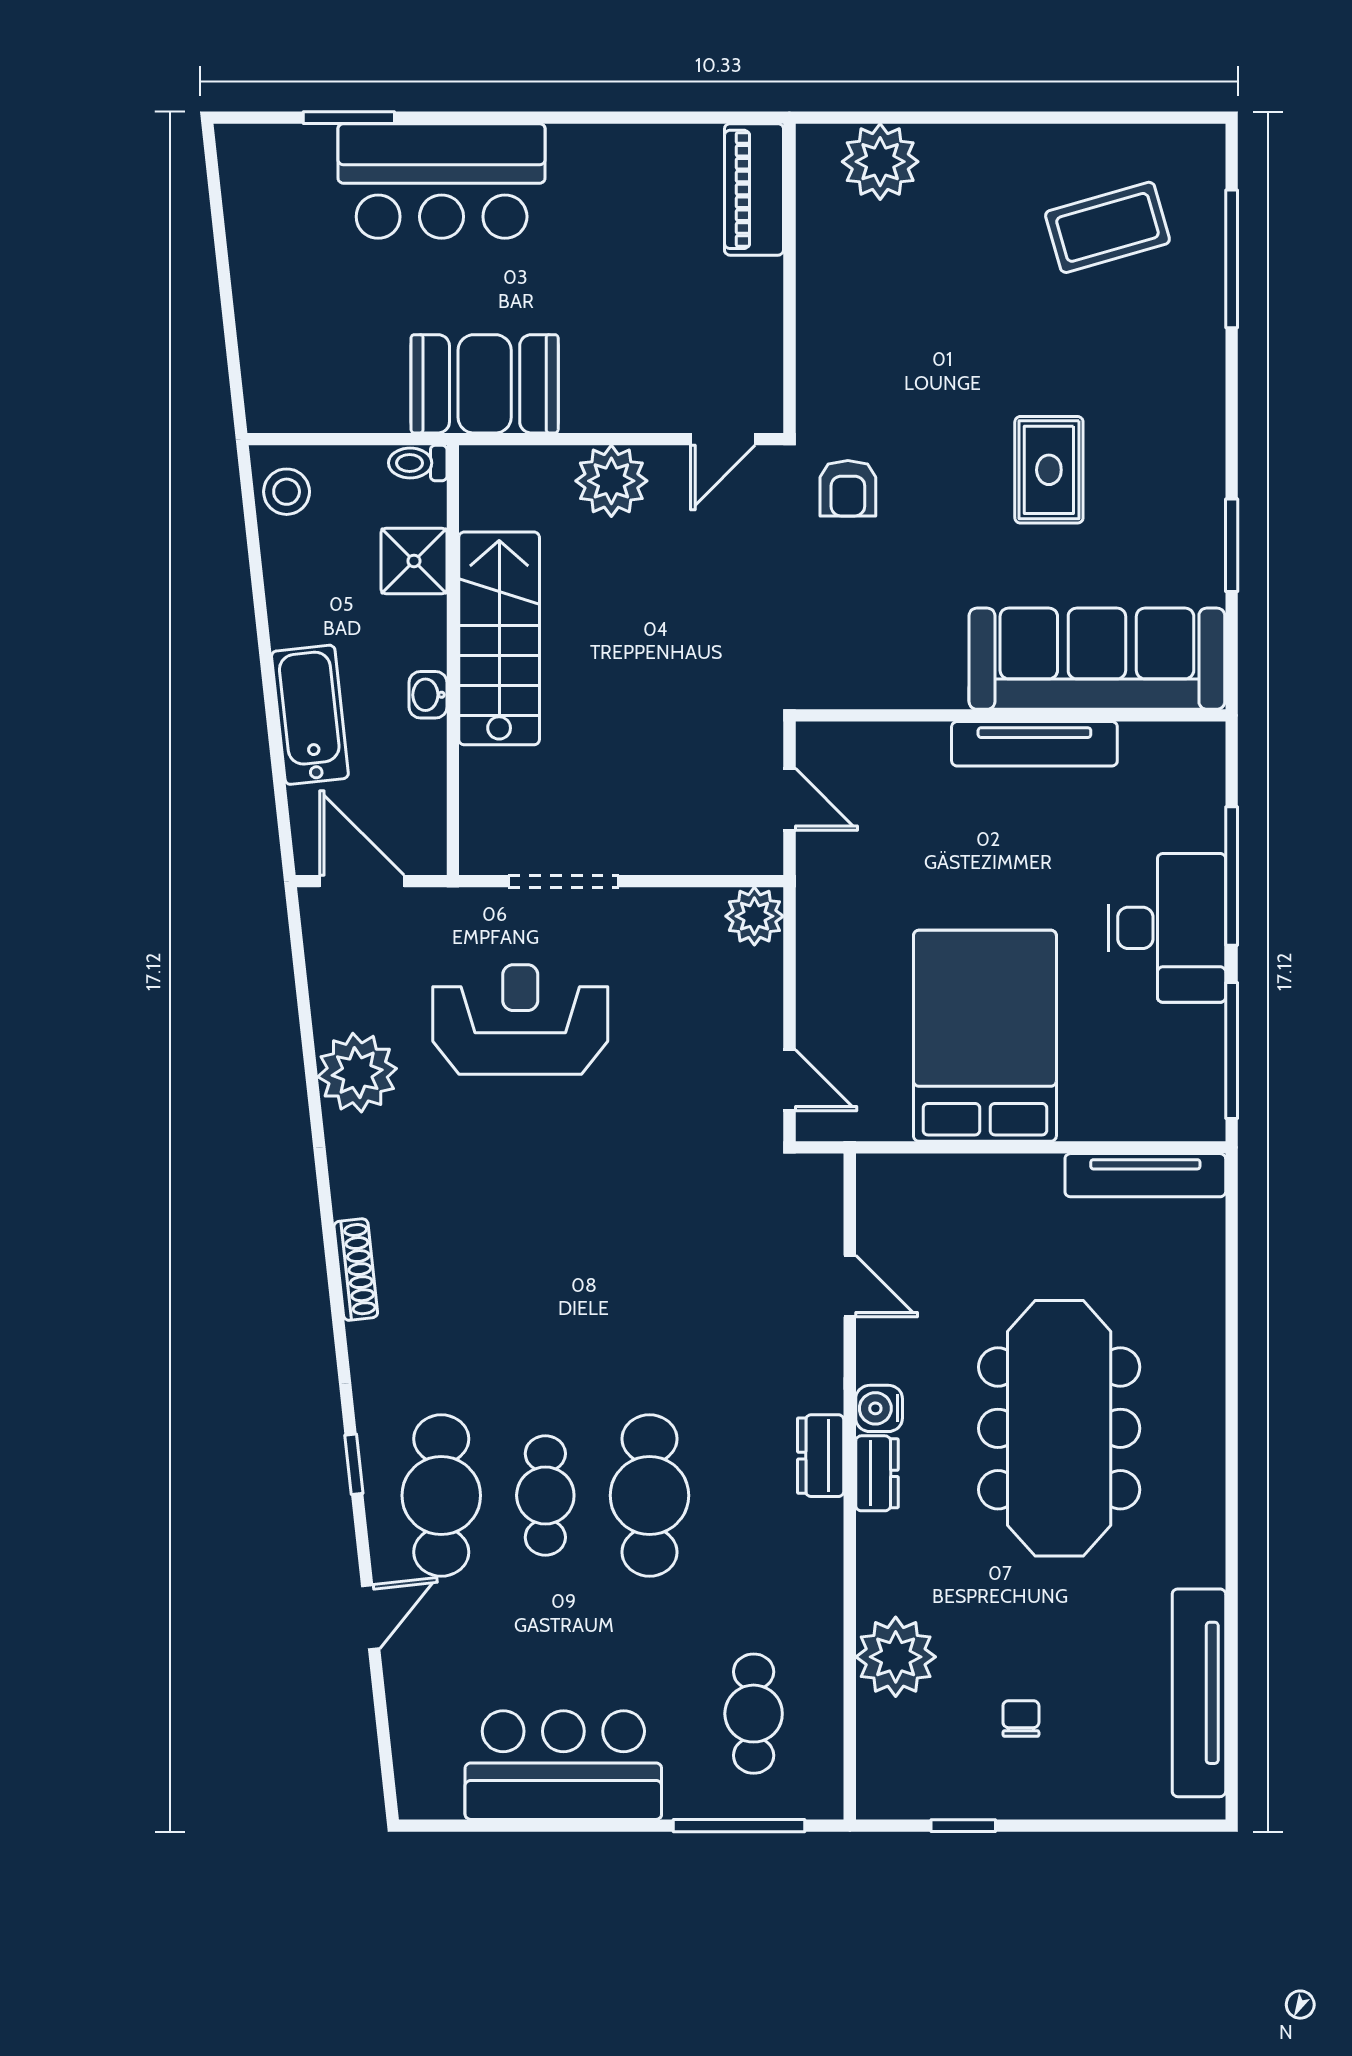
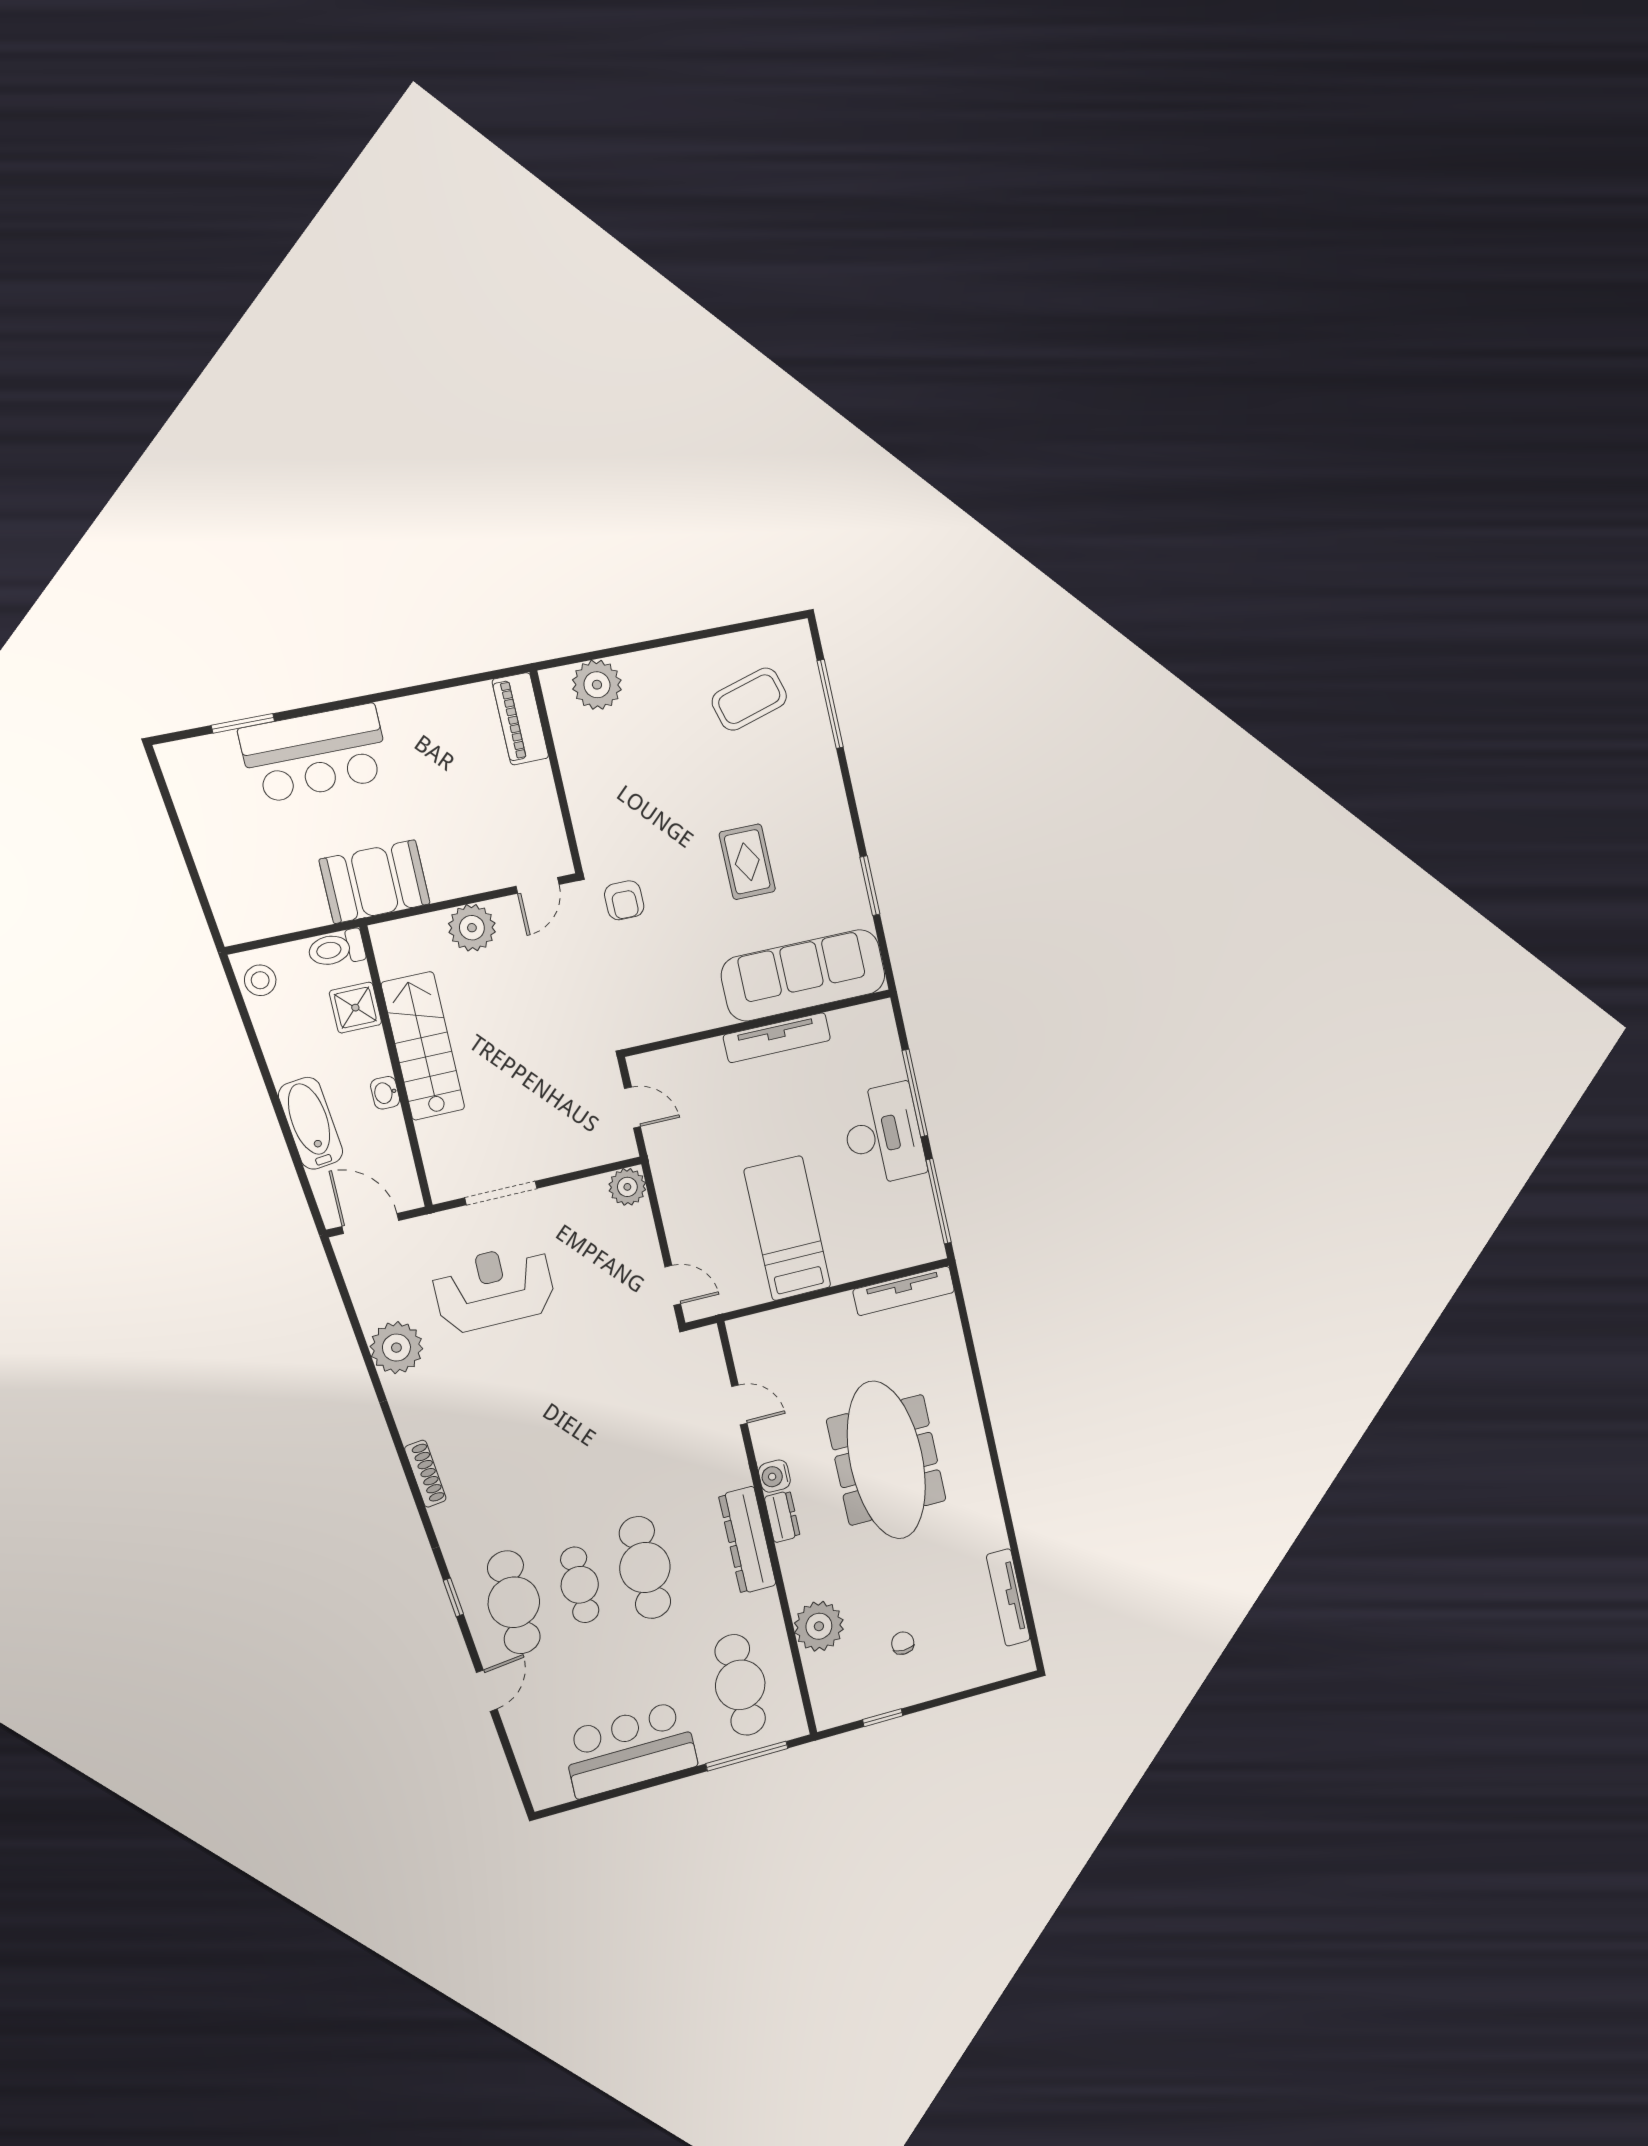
toilet: (418, 463) -> (336, 949), width x1.37, depth x1.39
bed: (985, 1036) -> (787, 1228), width x0.67
dresser: (821, 1456) -> (747, 1540), width x1.96, depth x1.24
tv unit: (1199, 1693) -> (1008, 1597), width x0.73, depth x0.78
cafe table: (754, 1714) -> (740, 1685), width x1.37, depth x1.35

